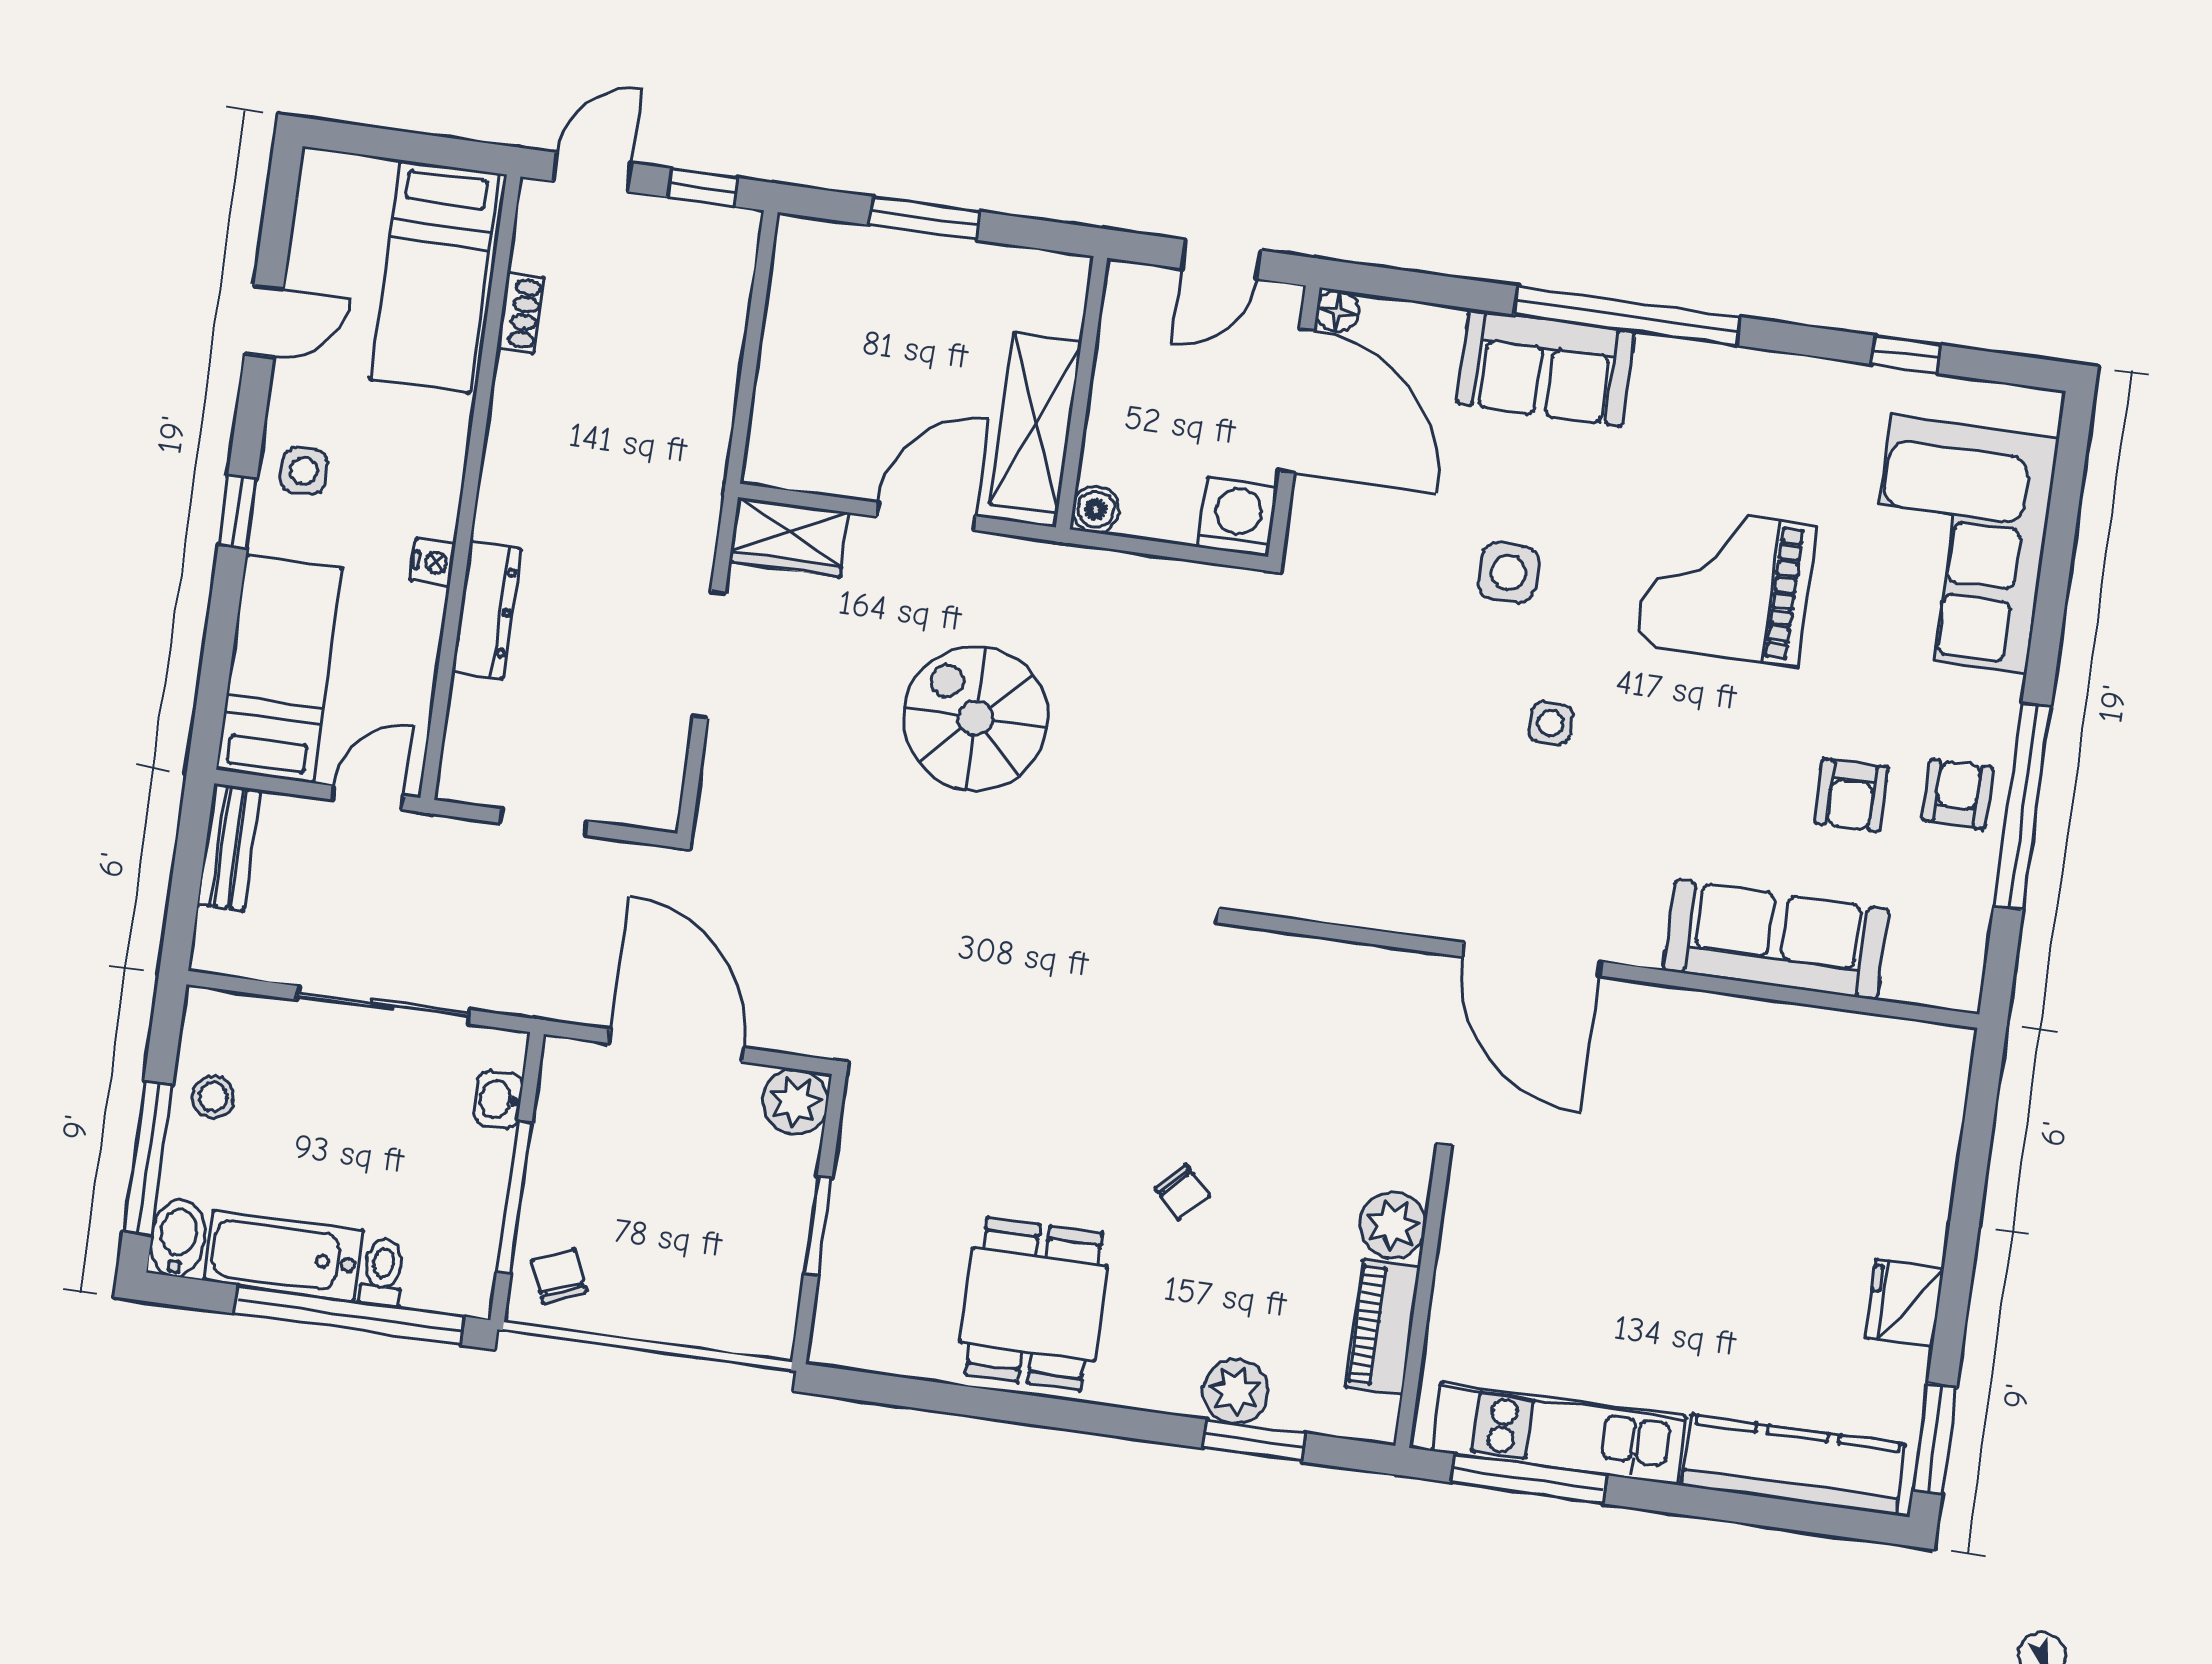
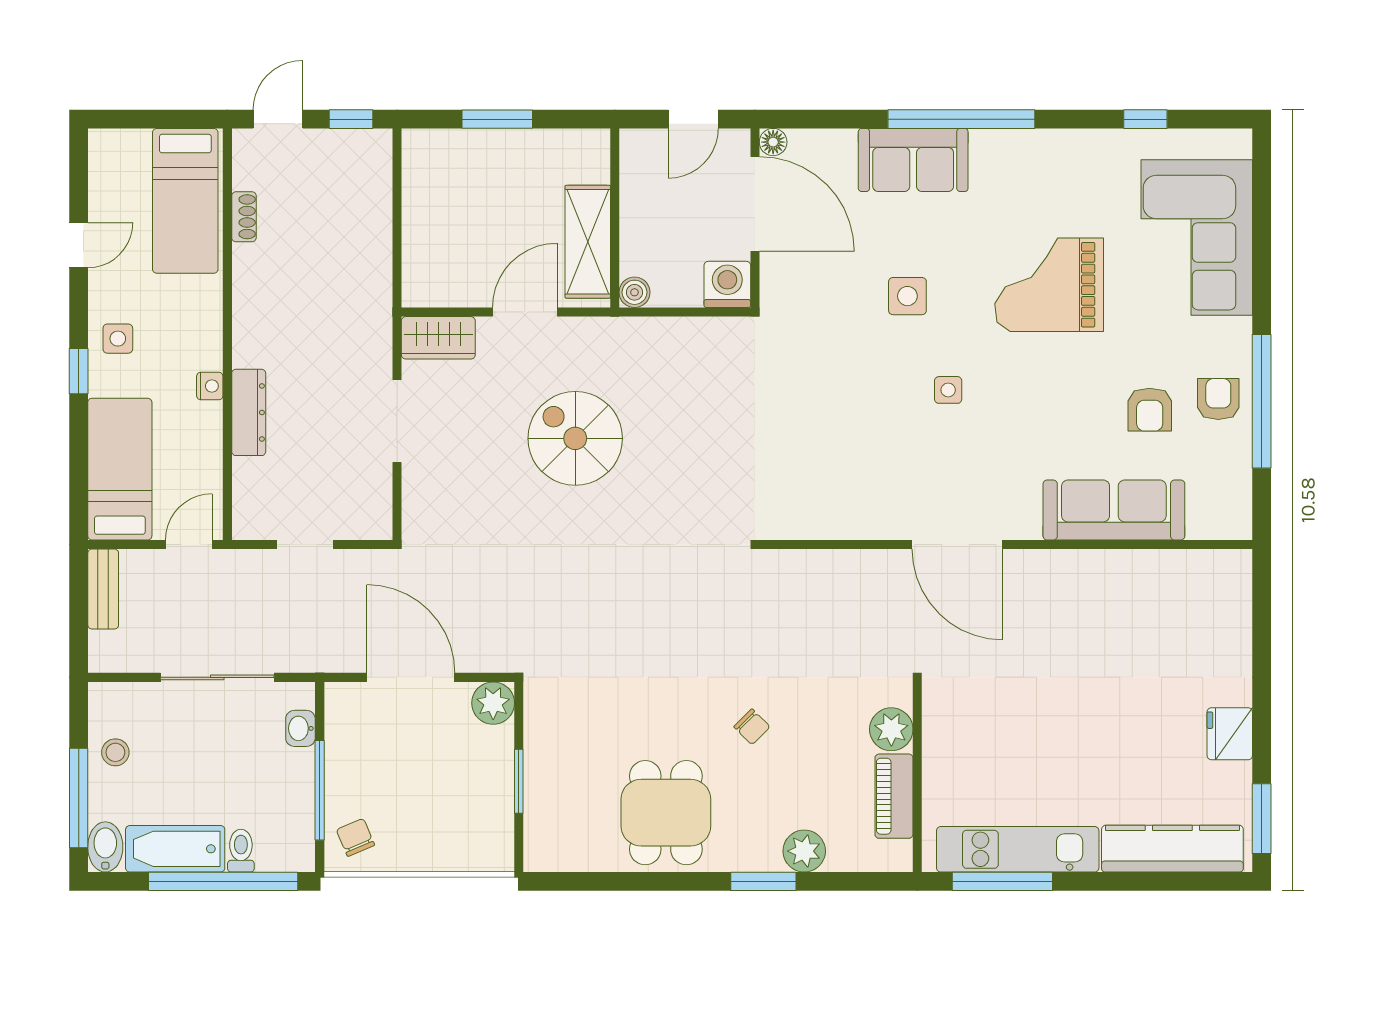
window: (1254, 1441) -> (763, 881), moved

